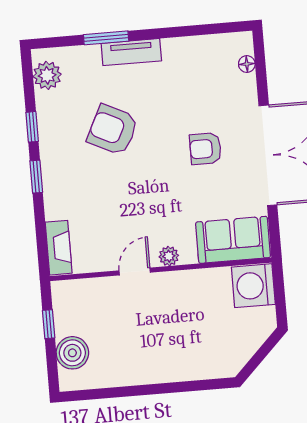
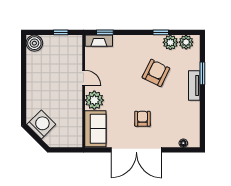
plant: (50, 106) -> (170, 42), added
window: (36, 177) -> (105, 32), moved
plant: (169, 256) -> (94, 100), width x1.87, depth x1.87
washing machine: (253, 286) -> (41, 124), moved, turned 45
boiler: (72, 353) -> (34, 43), moved

